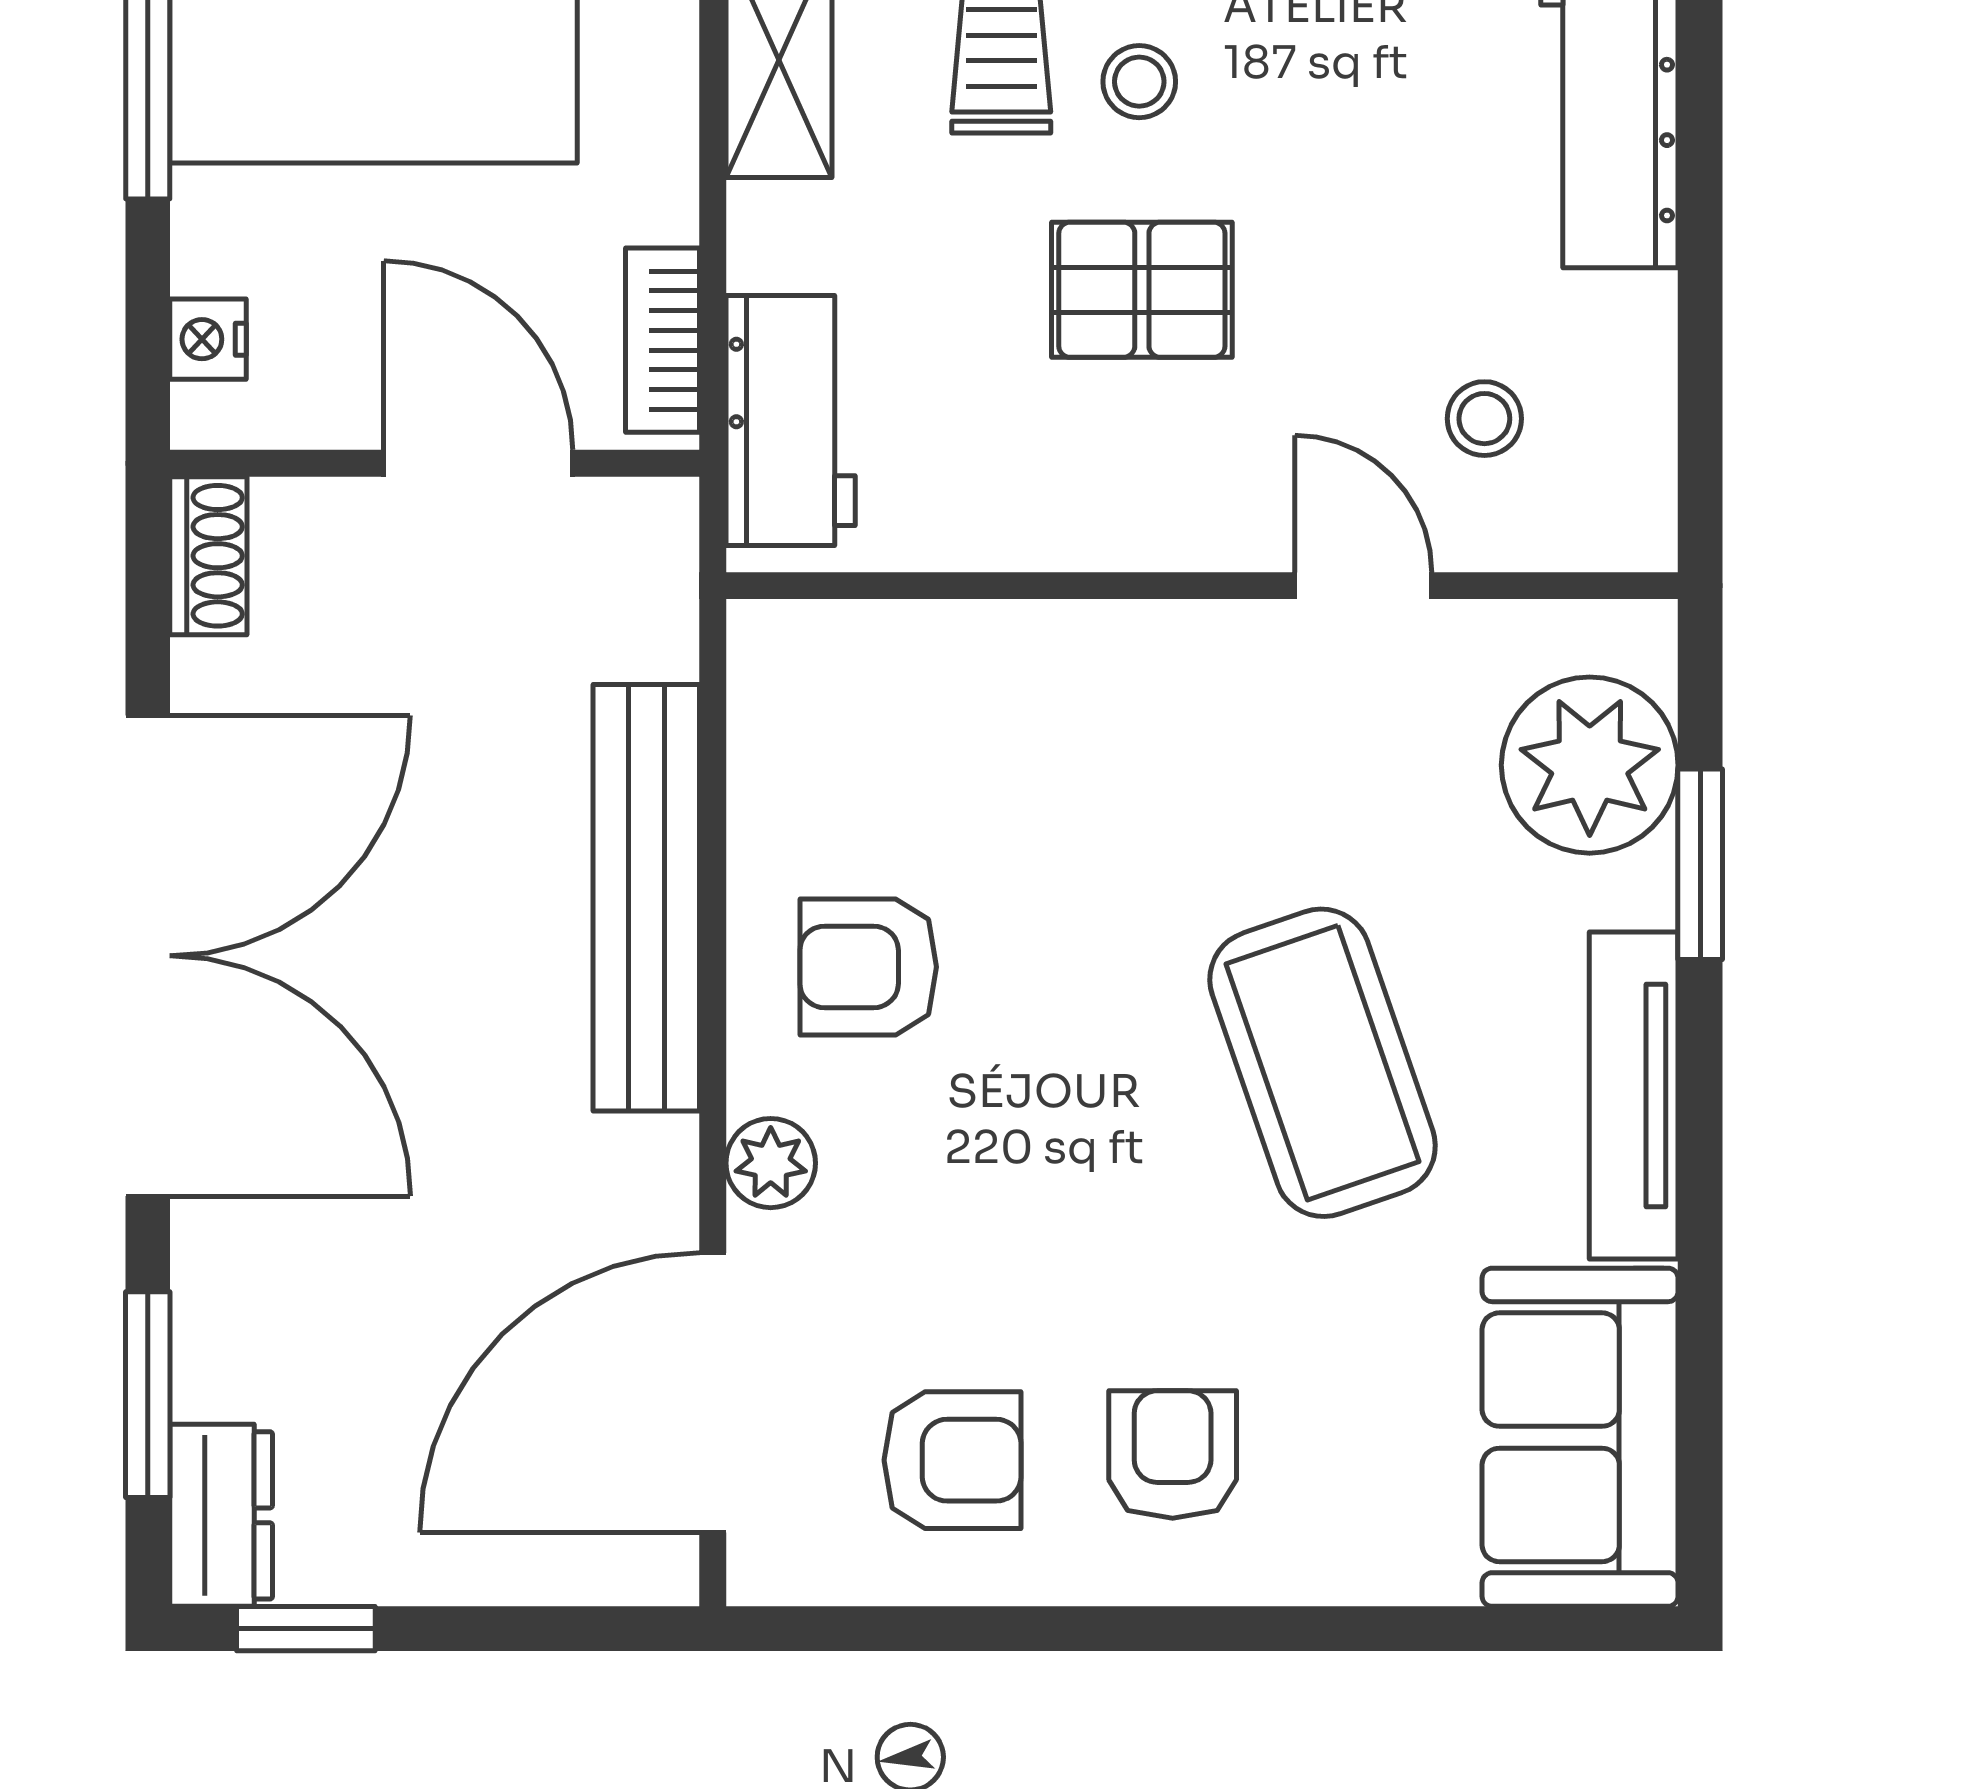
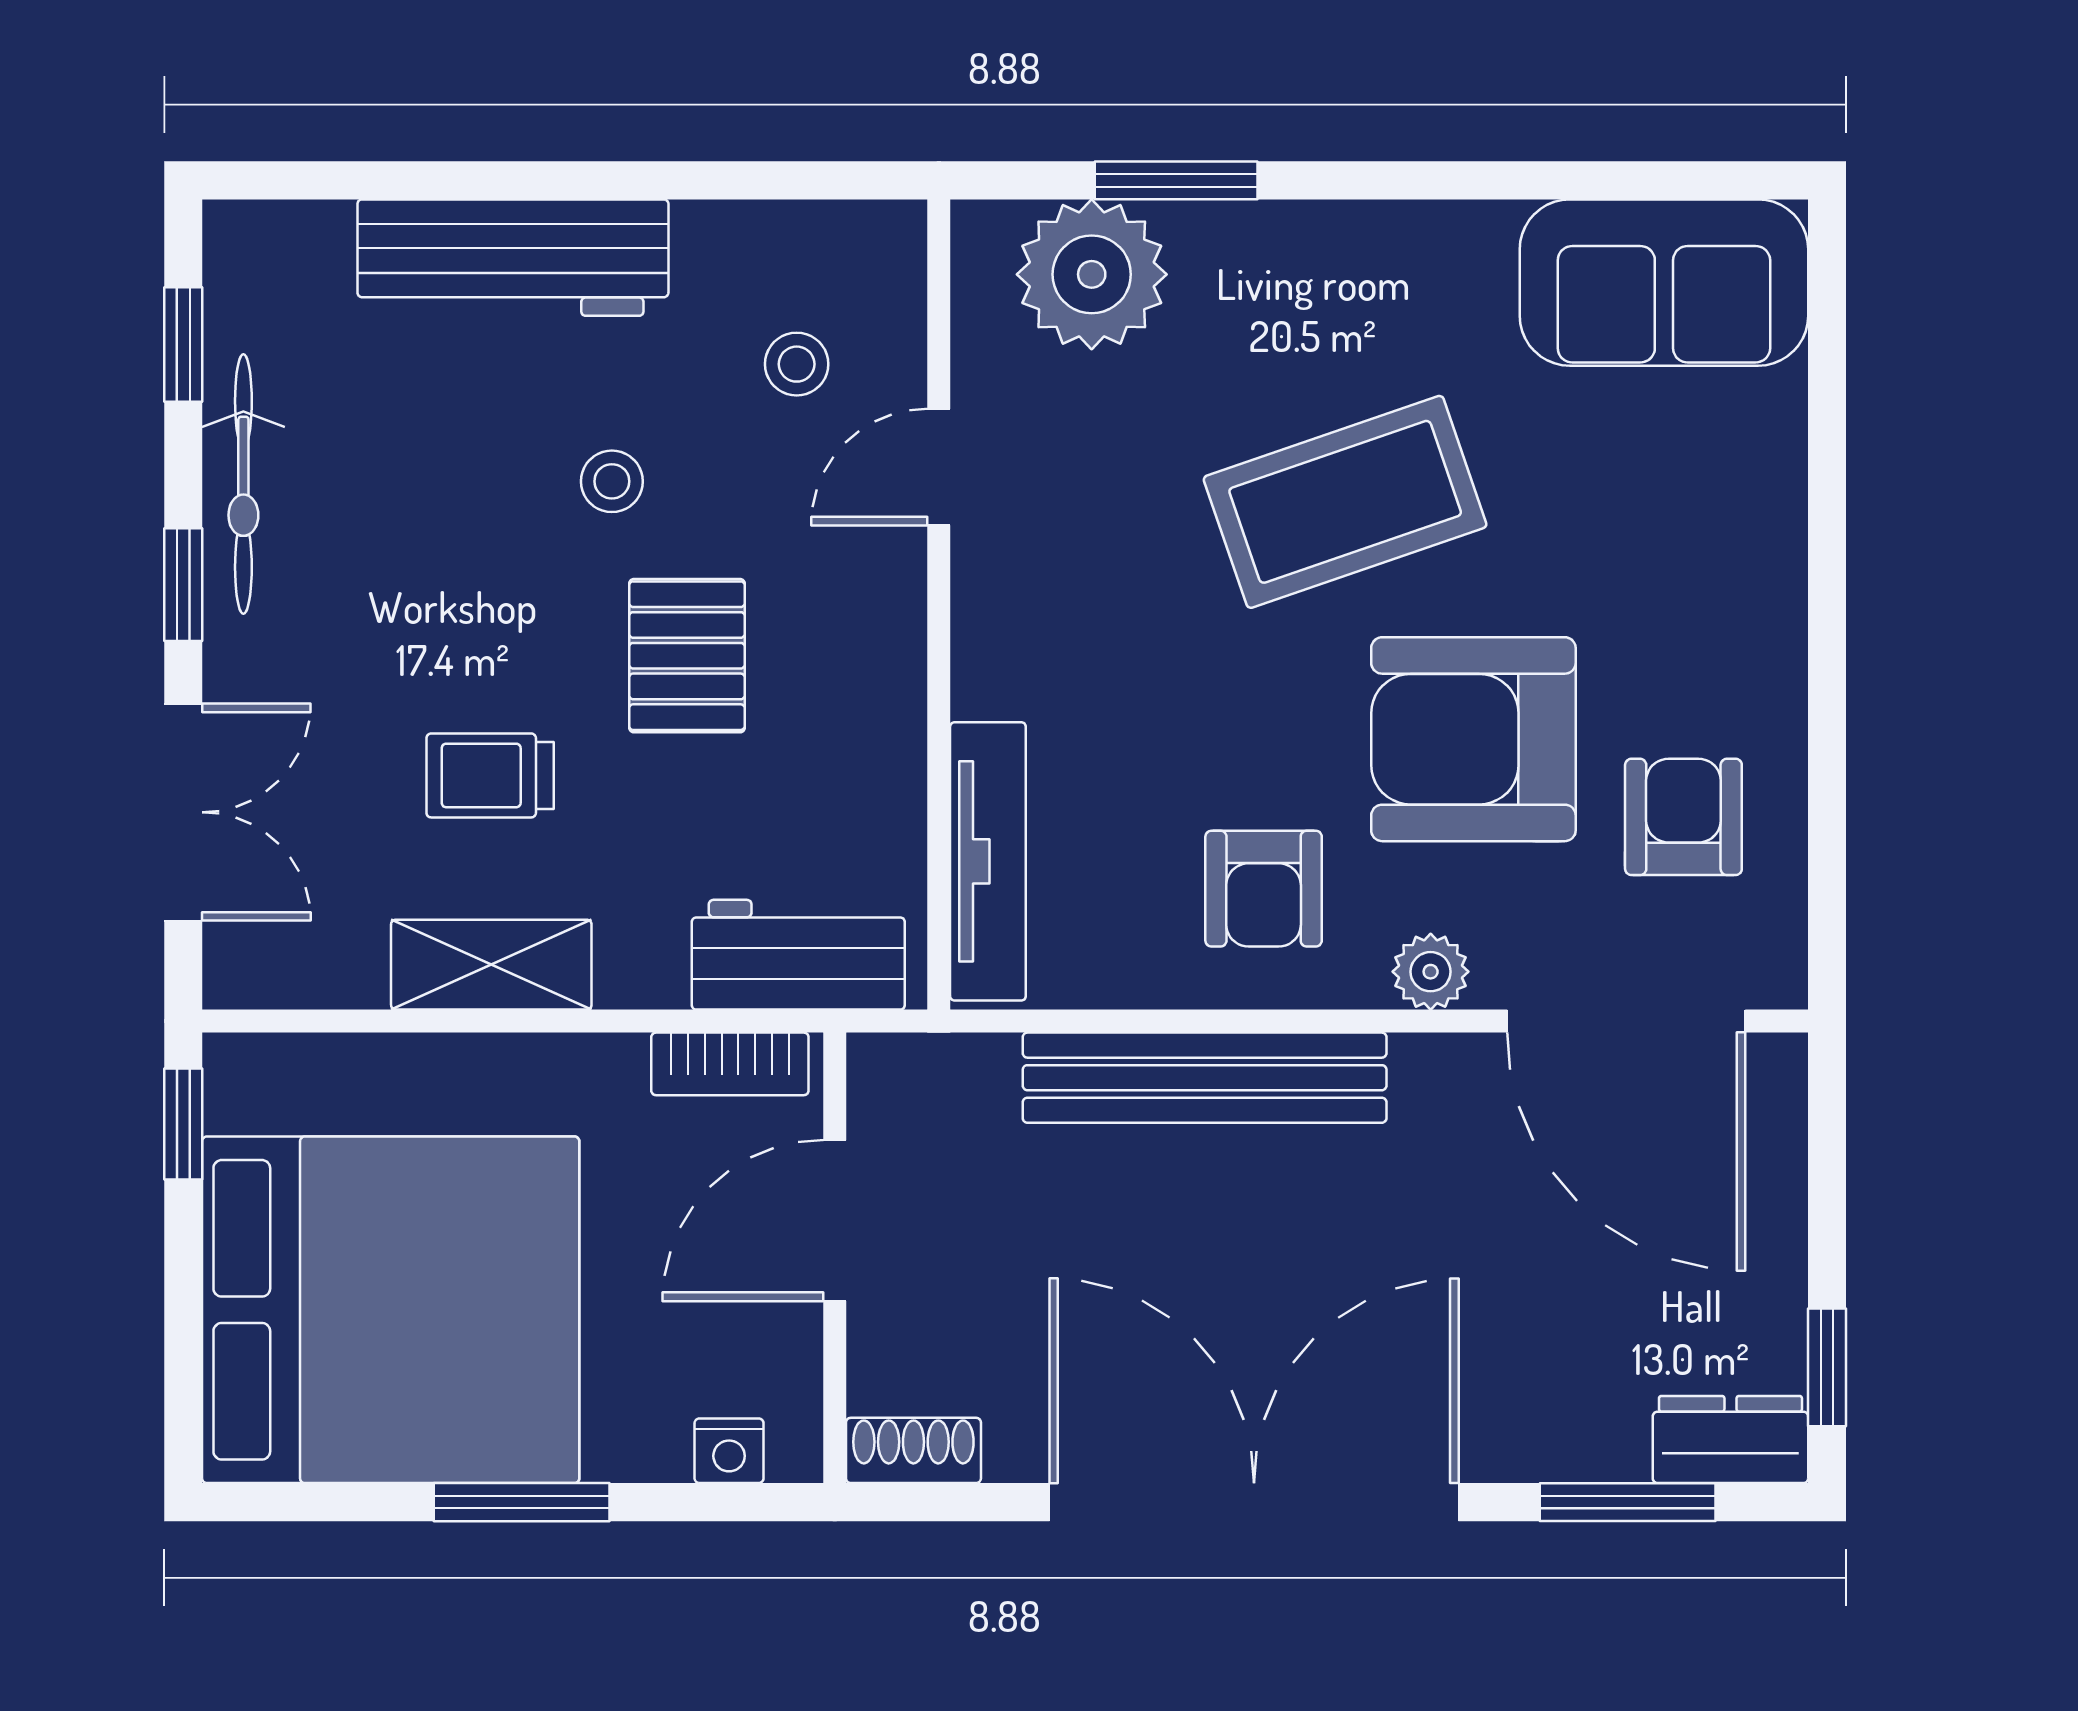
stool: (1139, 82) -> (612, 481), moved
tv unit: (1634, 1095) -> (988, 861), moved, turned -90
armchair: (1173, 1454) -> (1473, 739), moved, width x1.88, depth x1.88

